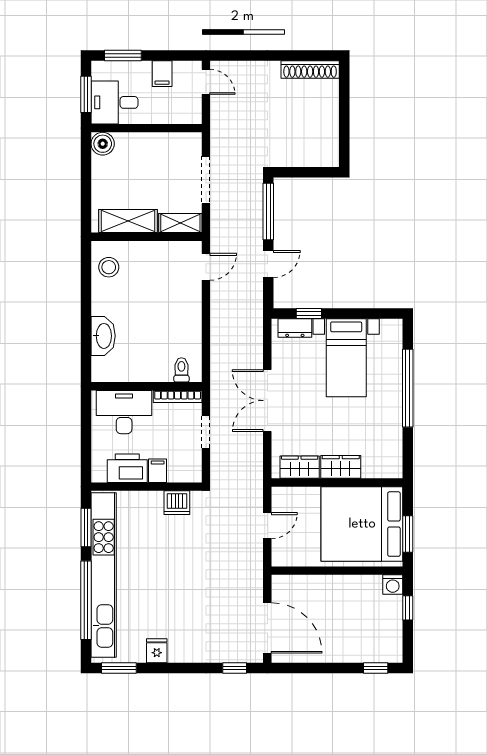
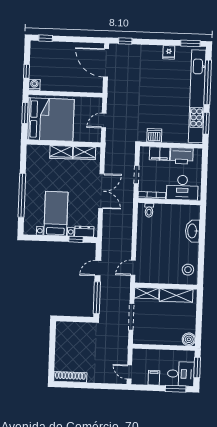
desk: (114, 102) -> (181, 374), moved
filing cabinet: (158, 471) -> (160, 154), width x2.00

